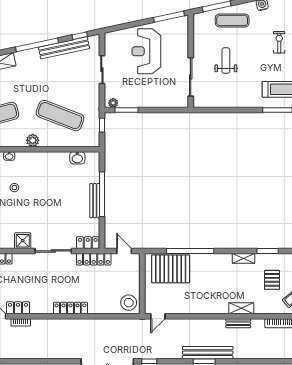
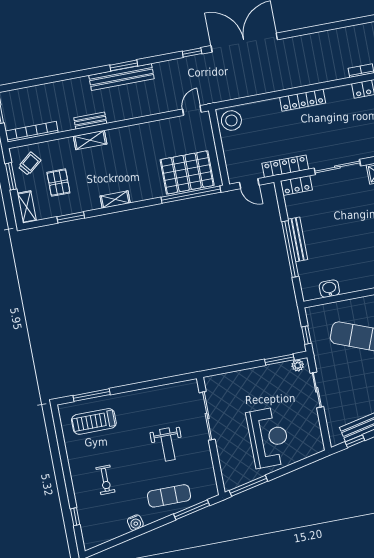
sliding door: (102, 70) -> (317, 390), moved
window: (190, 251) -> (191, 195), moved
shelving: (244, 258) -> (115, 200), moved

